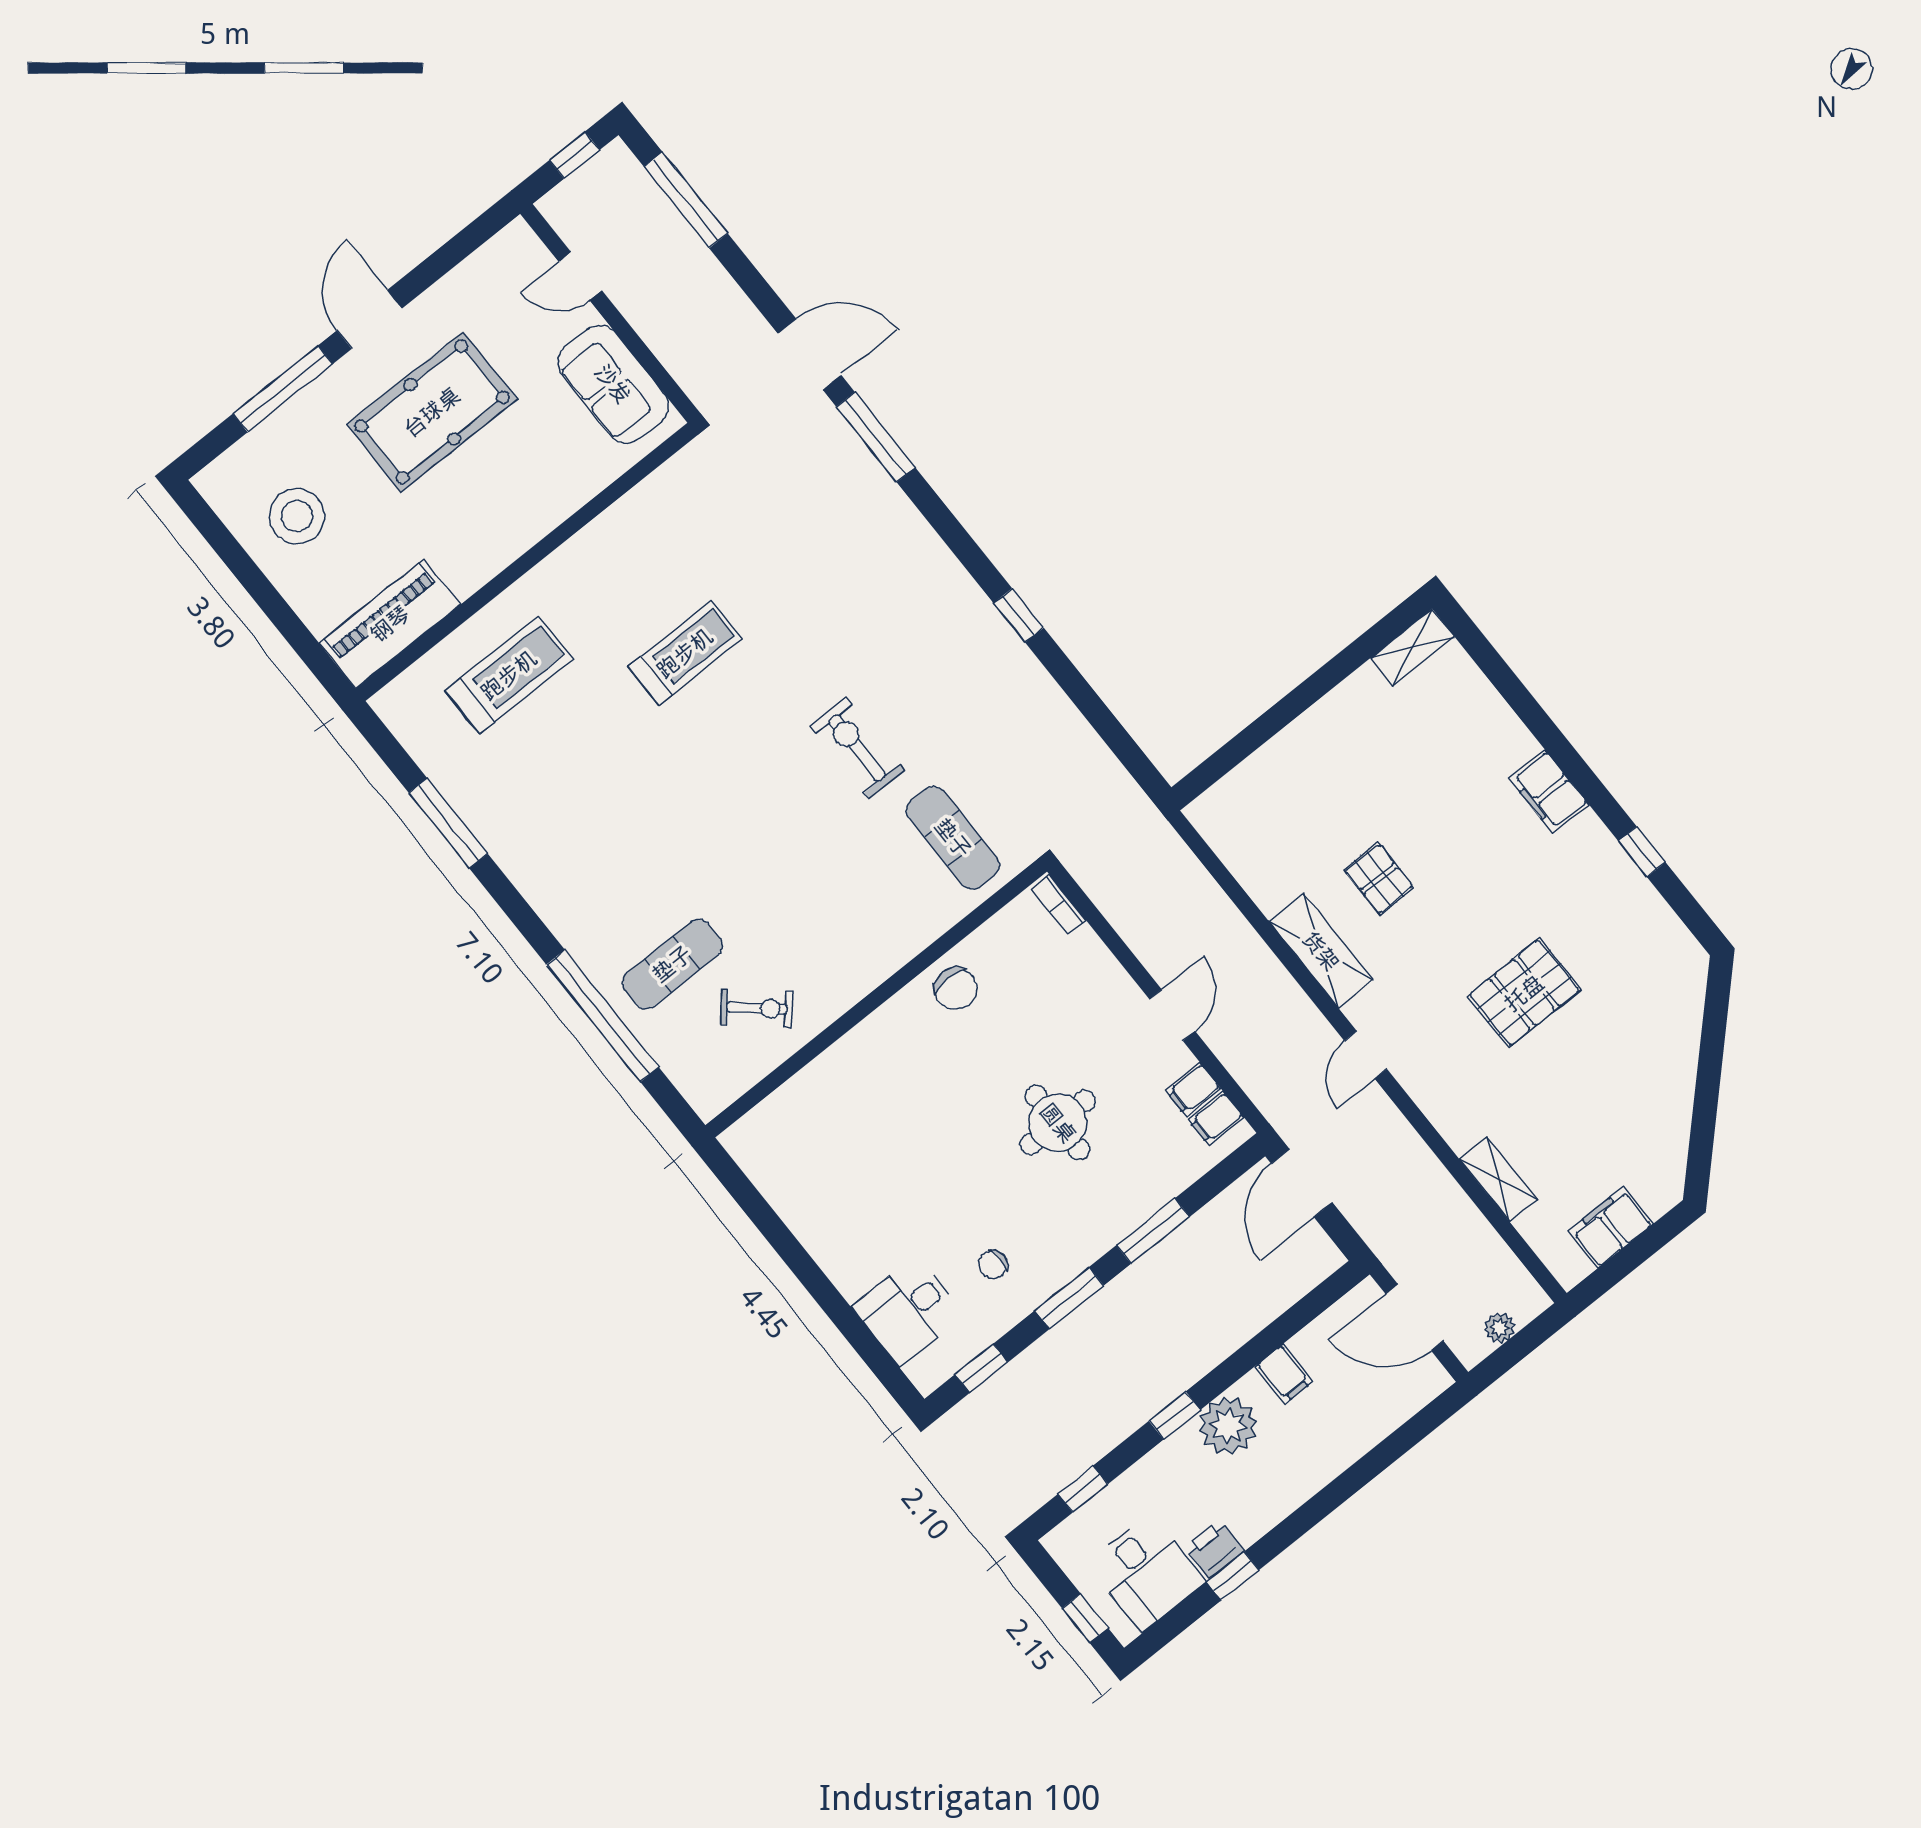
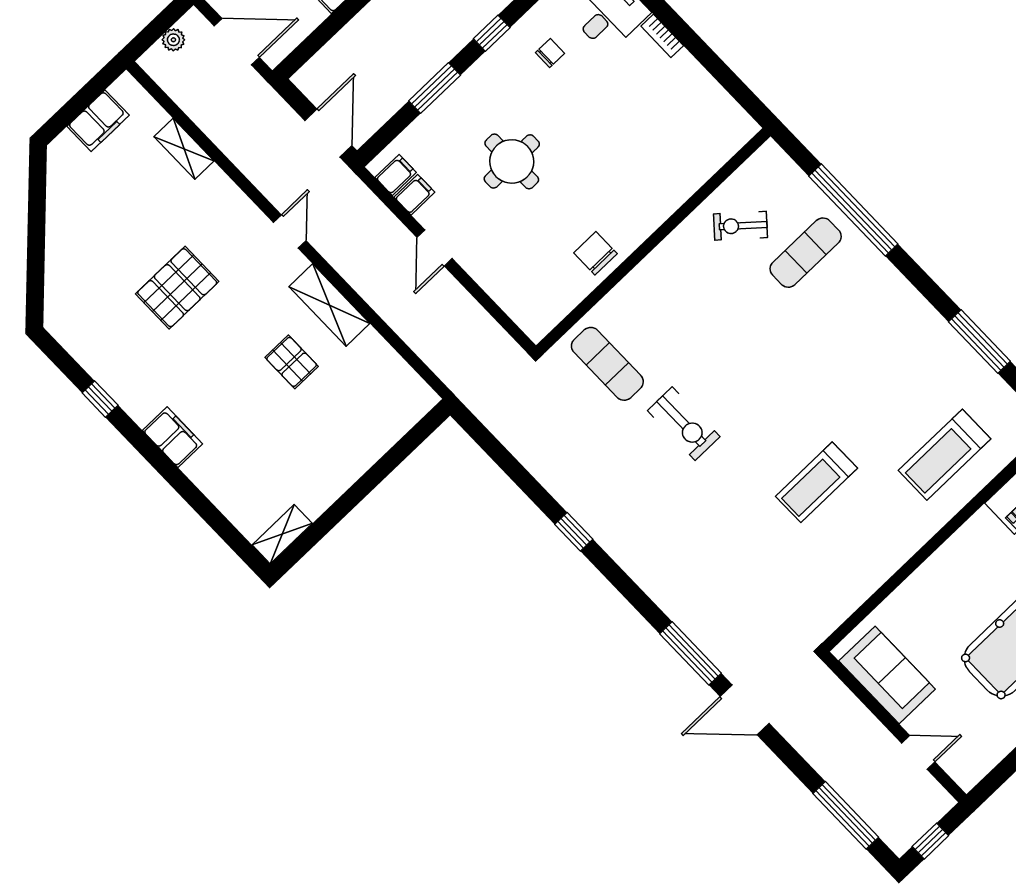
bookcase: (1059, 905) -> (662, 36), moved, turned 180
window: (1069, 1298) -> (492, 33), width x0.67

